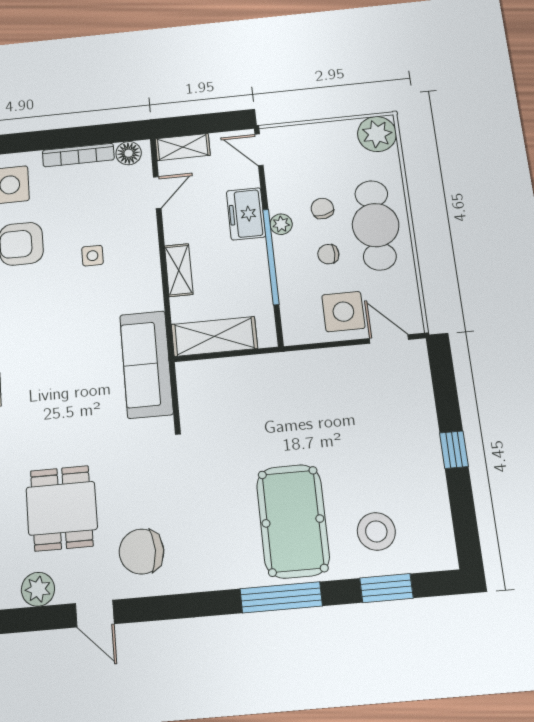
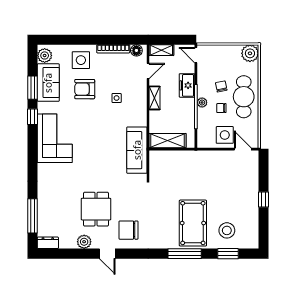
plant: (281, 224) -> (202, 102), moved
shelving: (179, 270) -> (155, 98), moved

